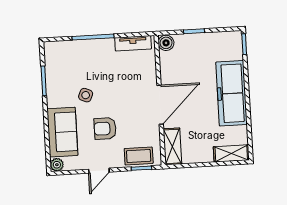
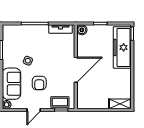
freezer: (231, 93) -> (122, 47), moved
armchair: (105, 128) -> (39, 83), turned -90
shelving: (172, 146) -> (82, 97), removed

